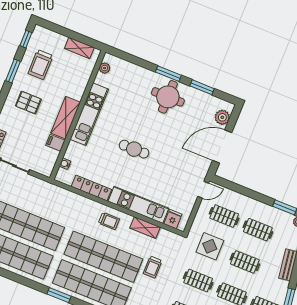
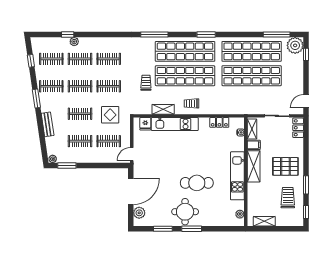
pallet: (28, 102) -> (285, 166), width x1.50, depth x1.42
cafe table: (134, 149) -> (197, 183), moved, width x1.37, depth x1.35
shelving: (50, 162) -> (252, 129), added
locker: (91, 188) -> (219, 122), width x0.66

